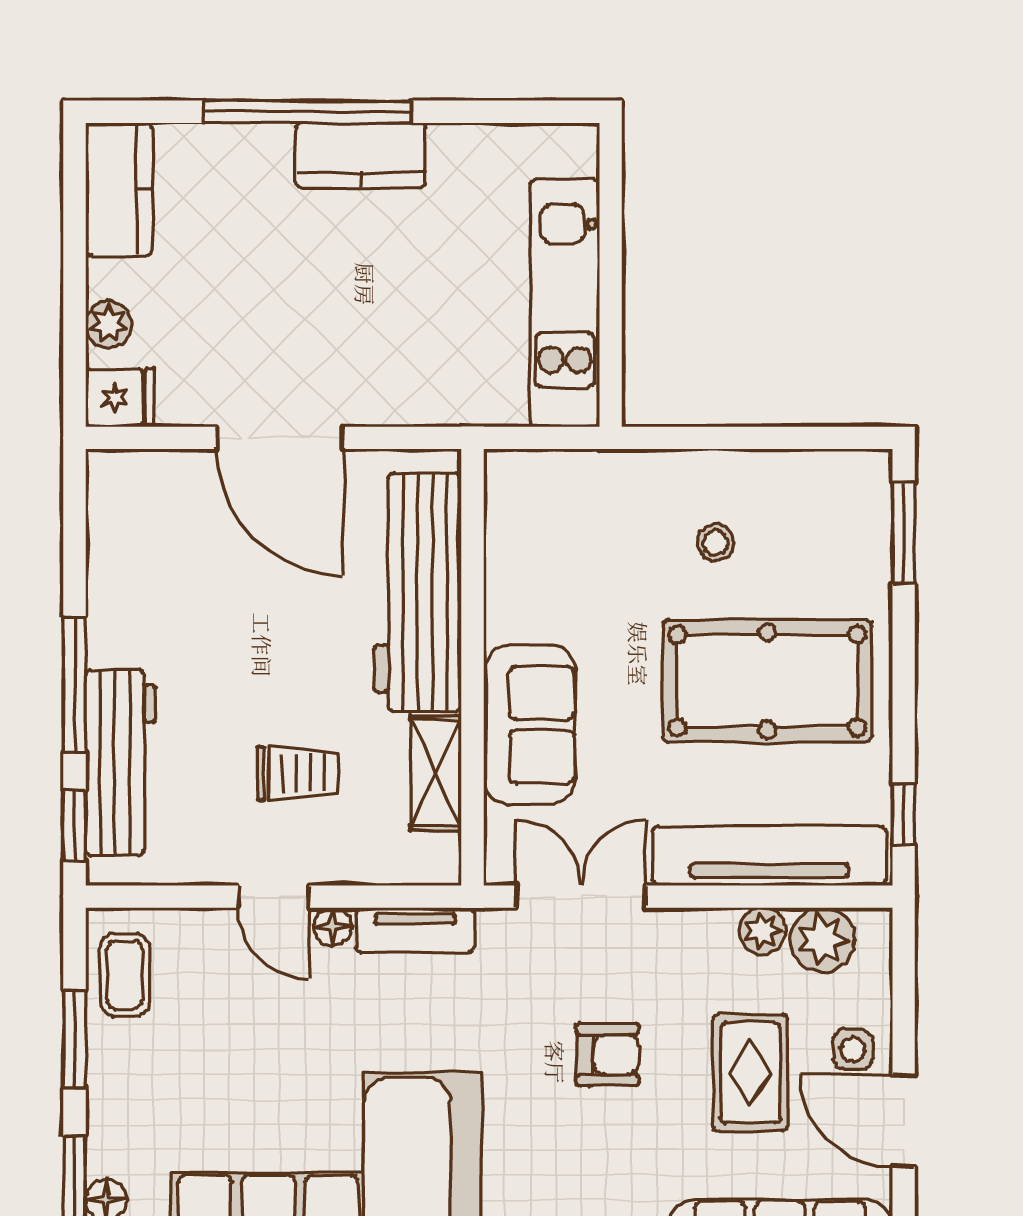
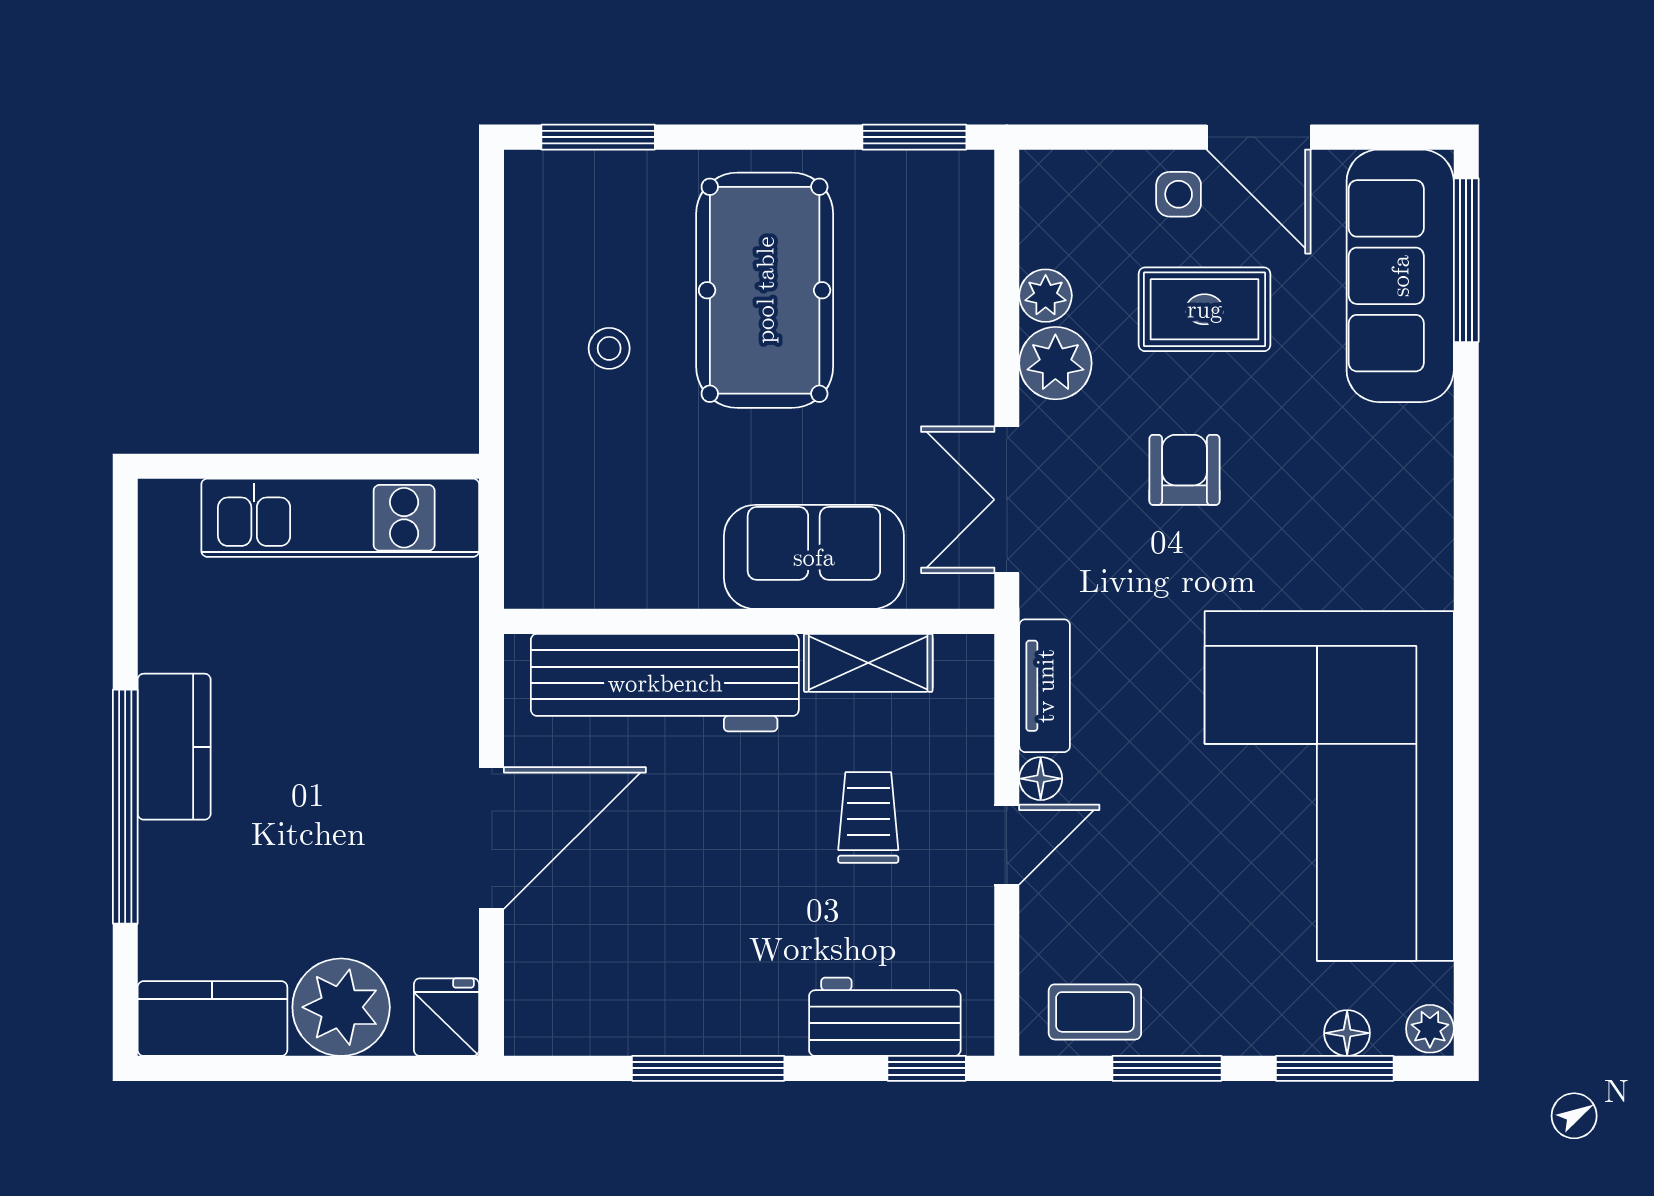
plant: (109, 324) -> (341, 1007), width x1.88, depth x1.88
window: (75, 685) -> (708, 1068), moved
workbench: (120, 763) -> (885, 1017), width x0.73
window: (904, 814) -> (914, 137), width x1.50
tv unit: (769, 856) -> (961, 288), removed
plant: (823, 940) -> (1055, 363), moved
door: (904, 1121) -> (1259, 137), hinge flipped

